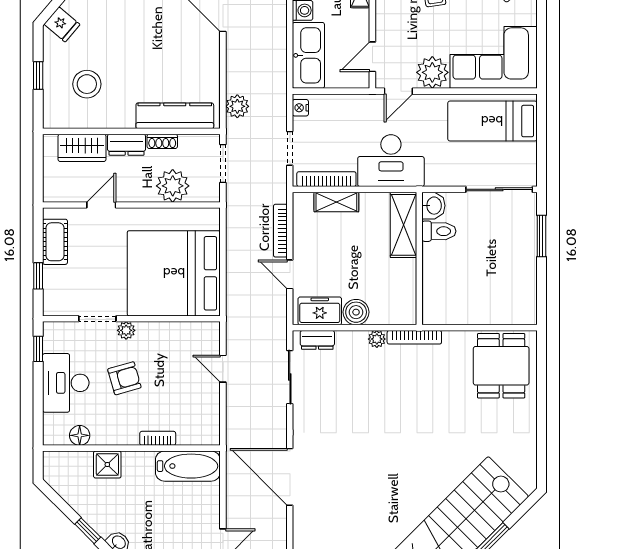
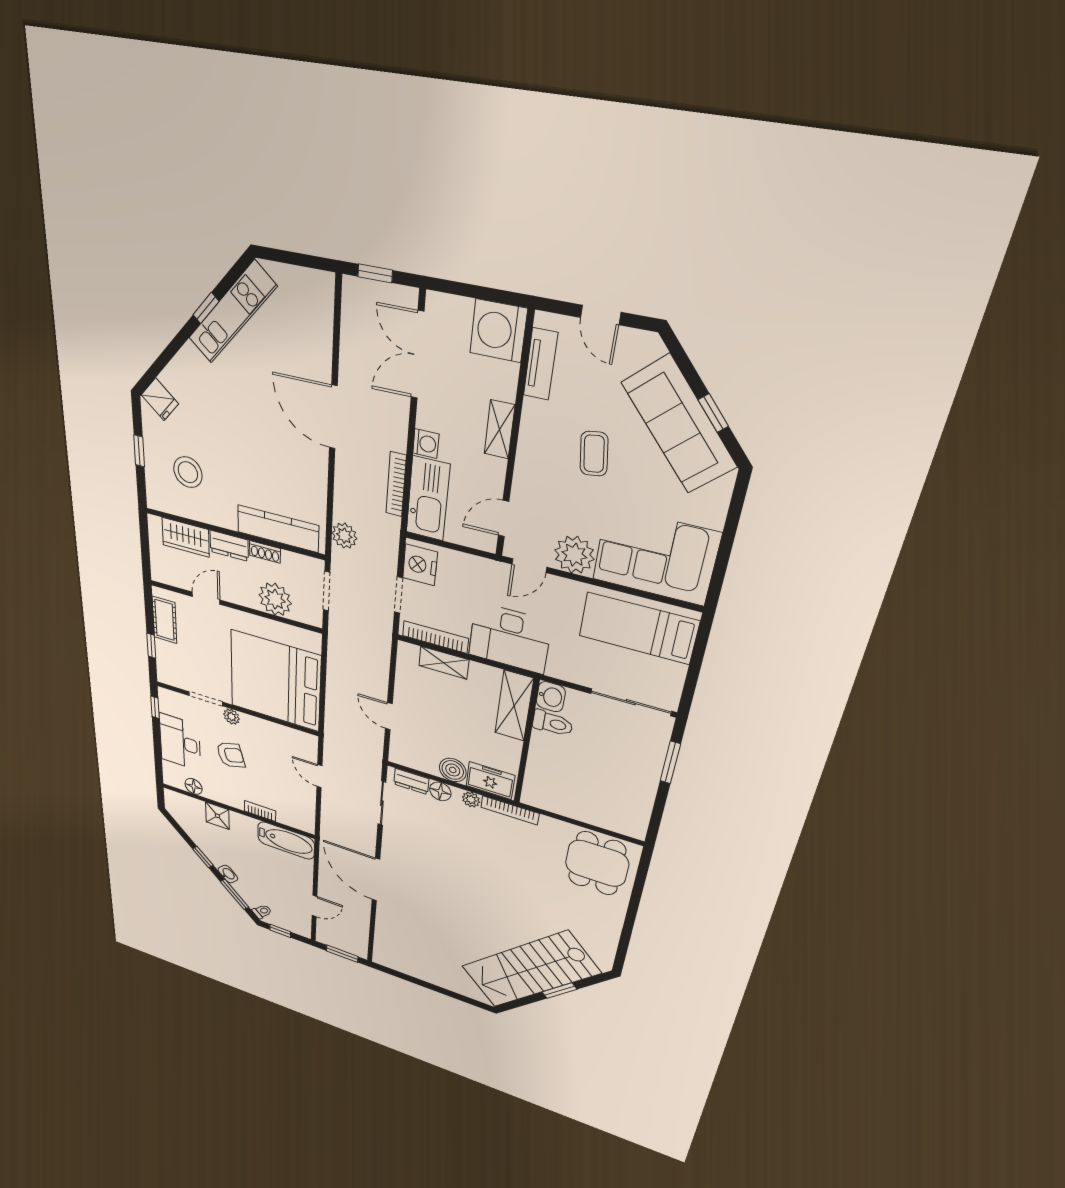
nightstand: (300, 108) -> (420, 565), width x1.89, depth x1.79
bookcase: (280, 231) -> (396, 484), moved
freezer: (320, 311) -> (490, 781), moved
floor lamp: (347, 341) -> (440, 791), added

